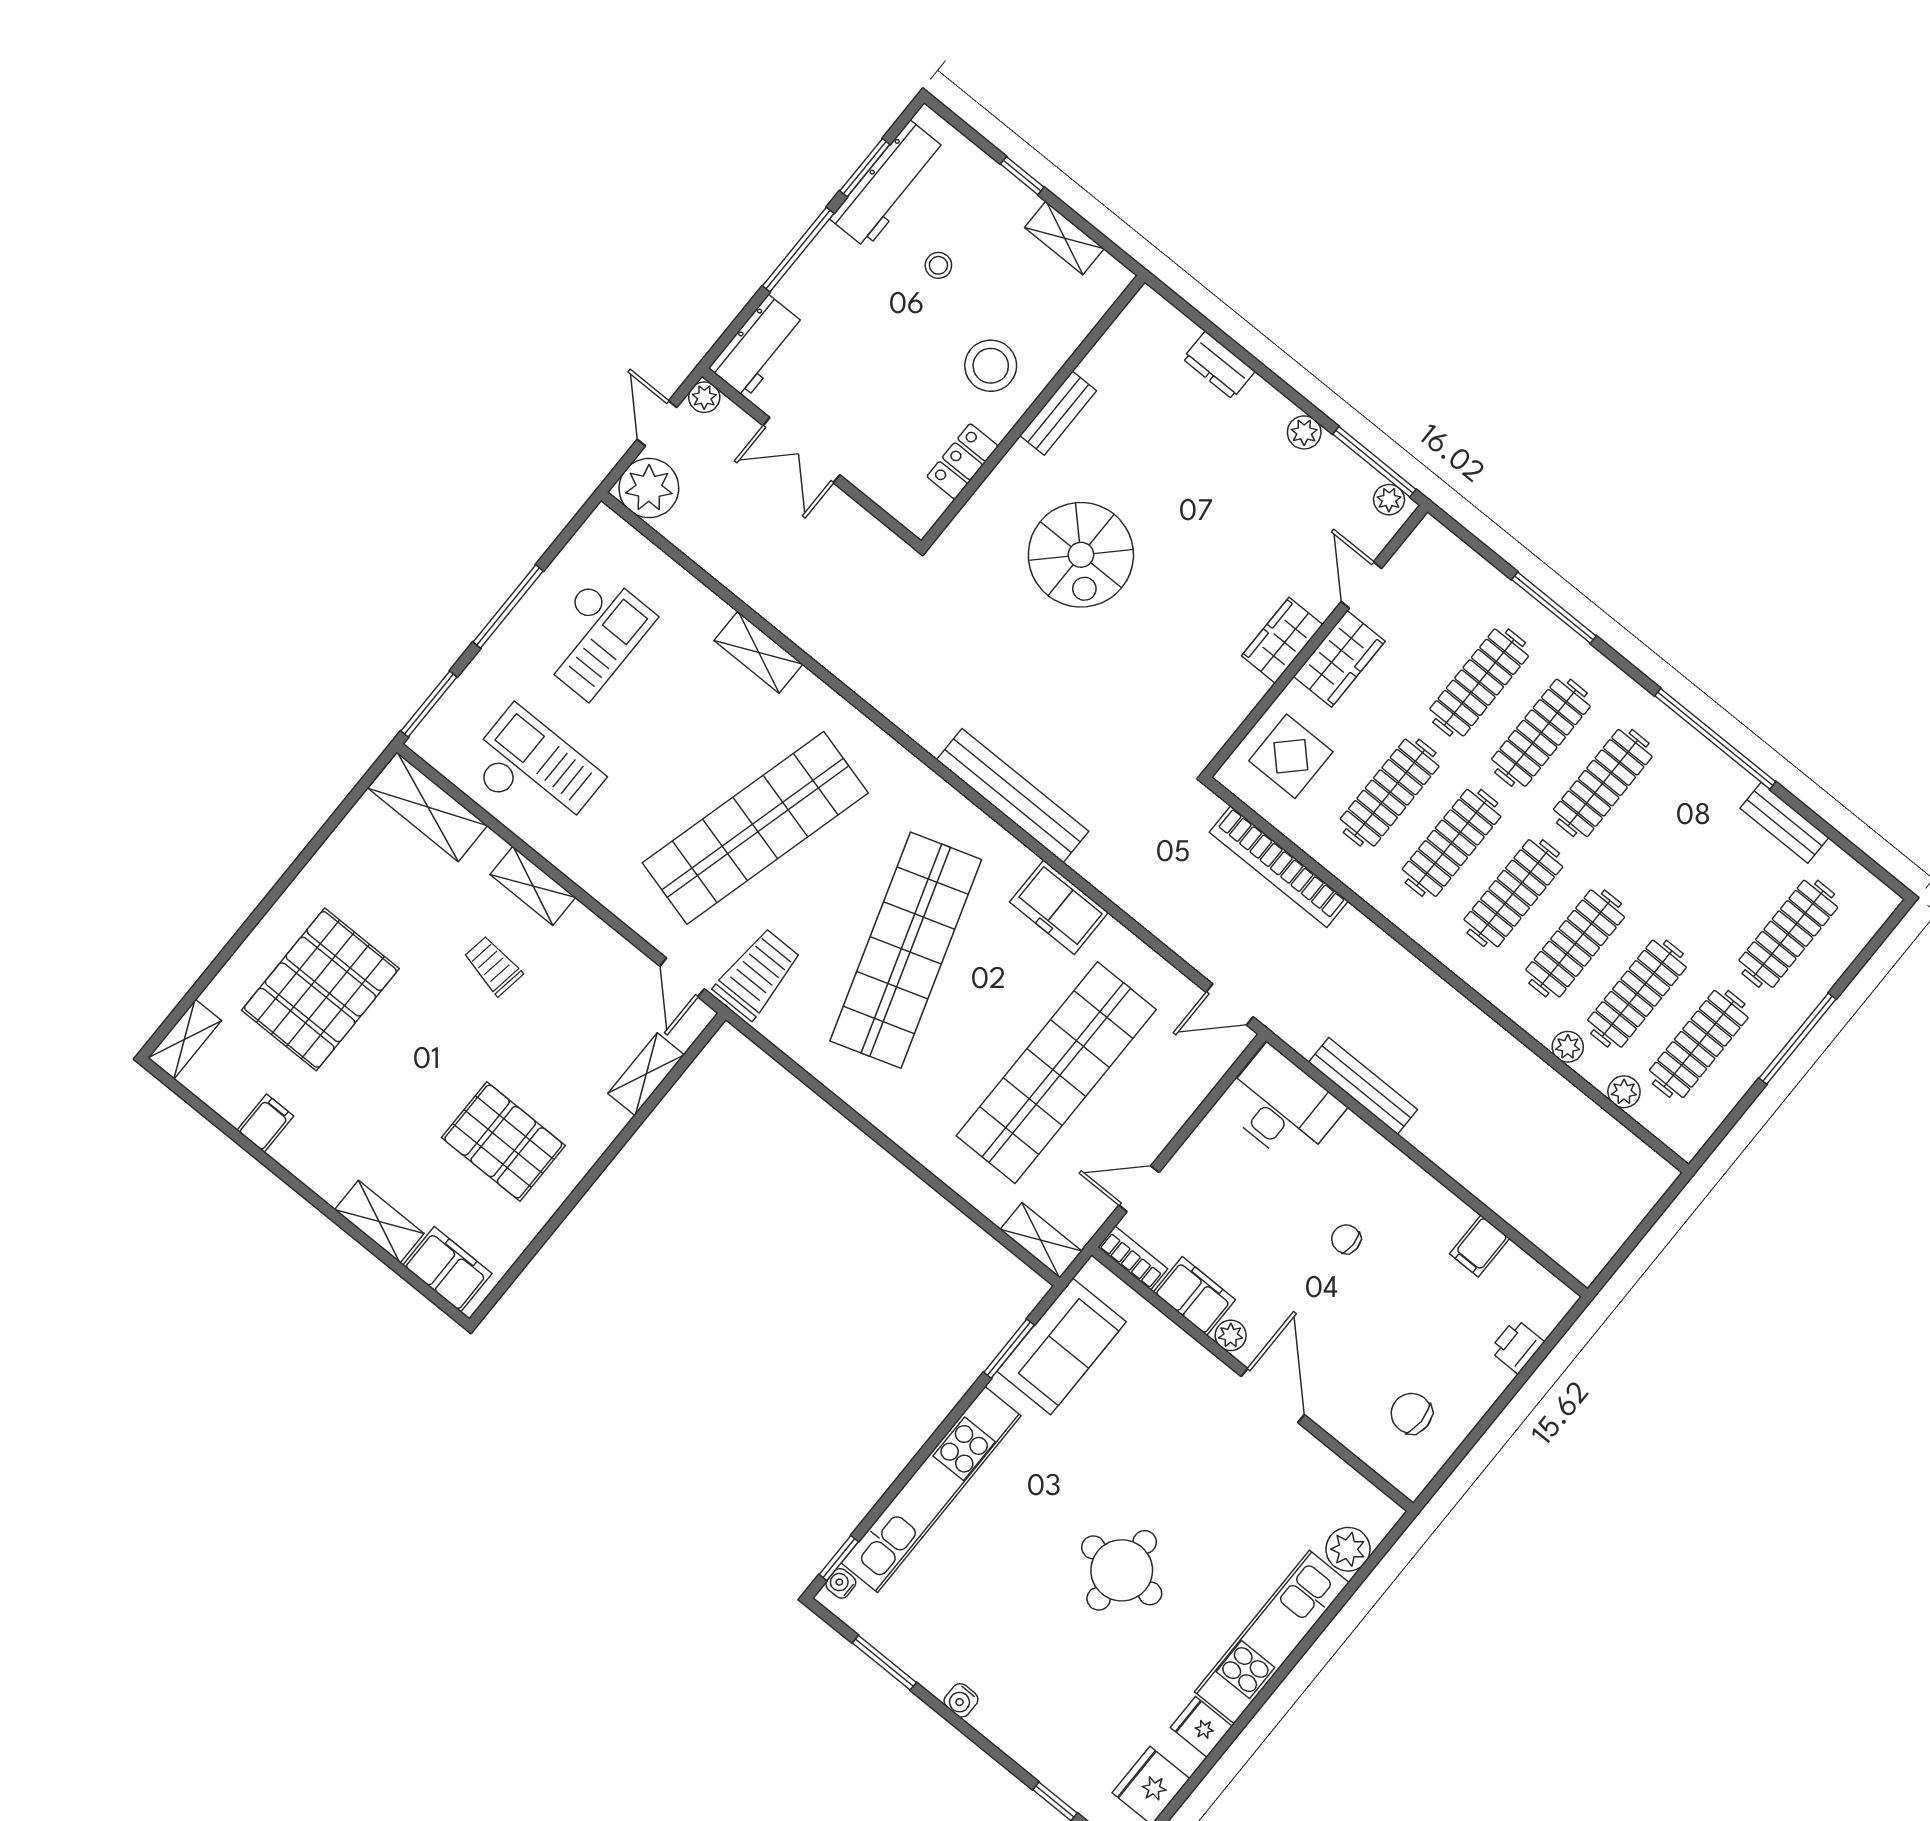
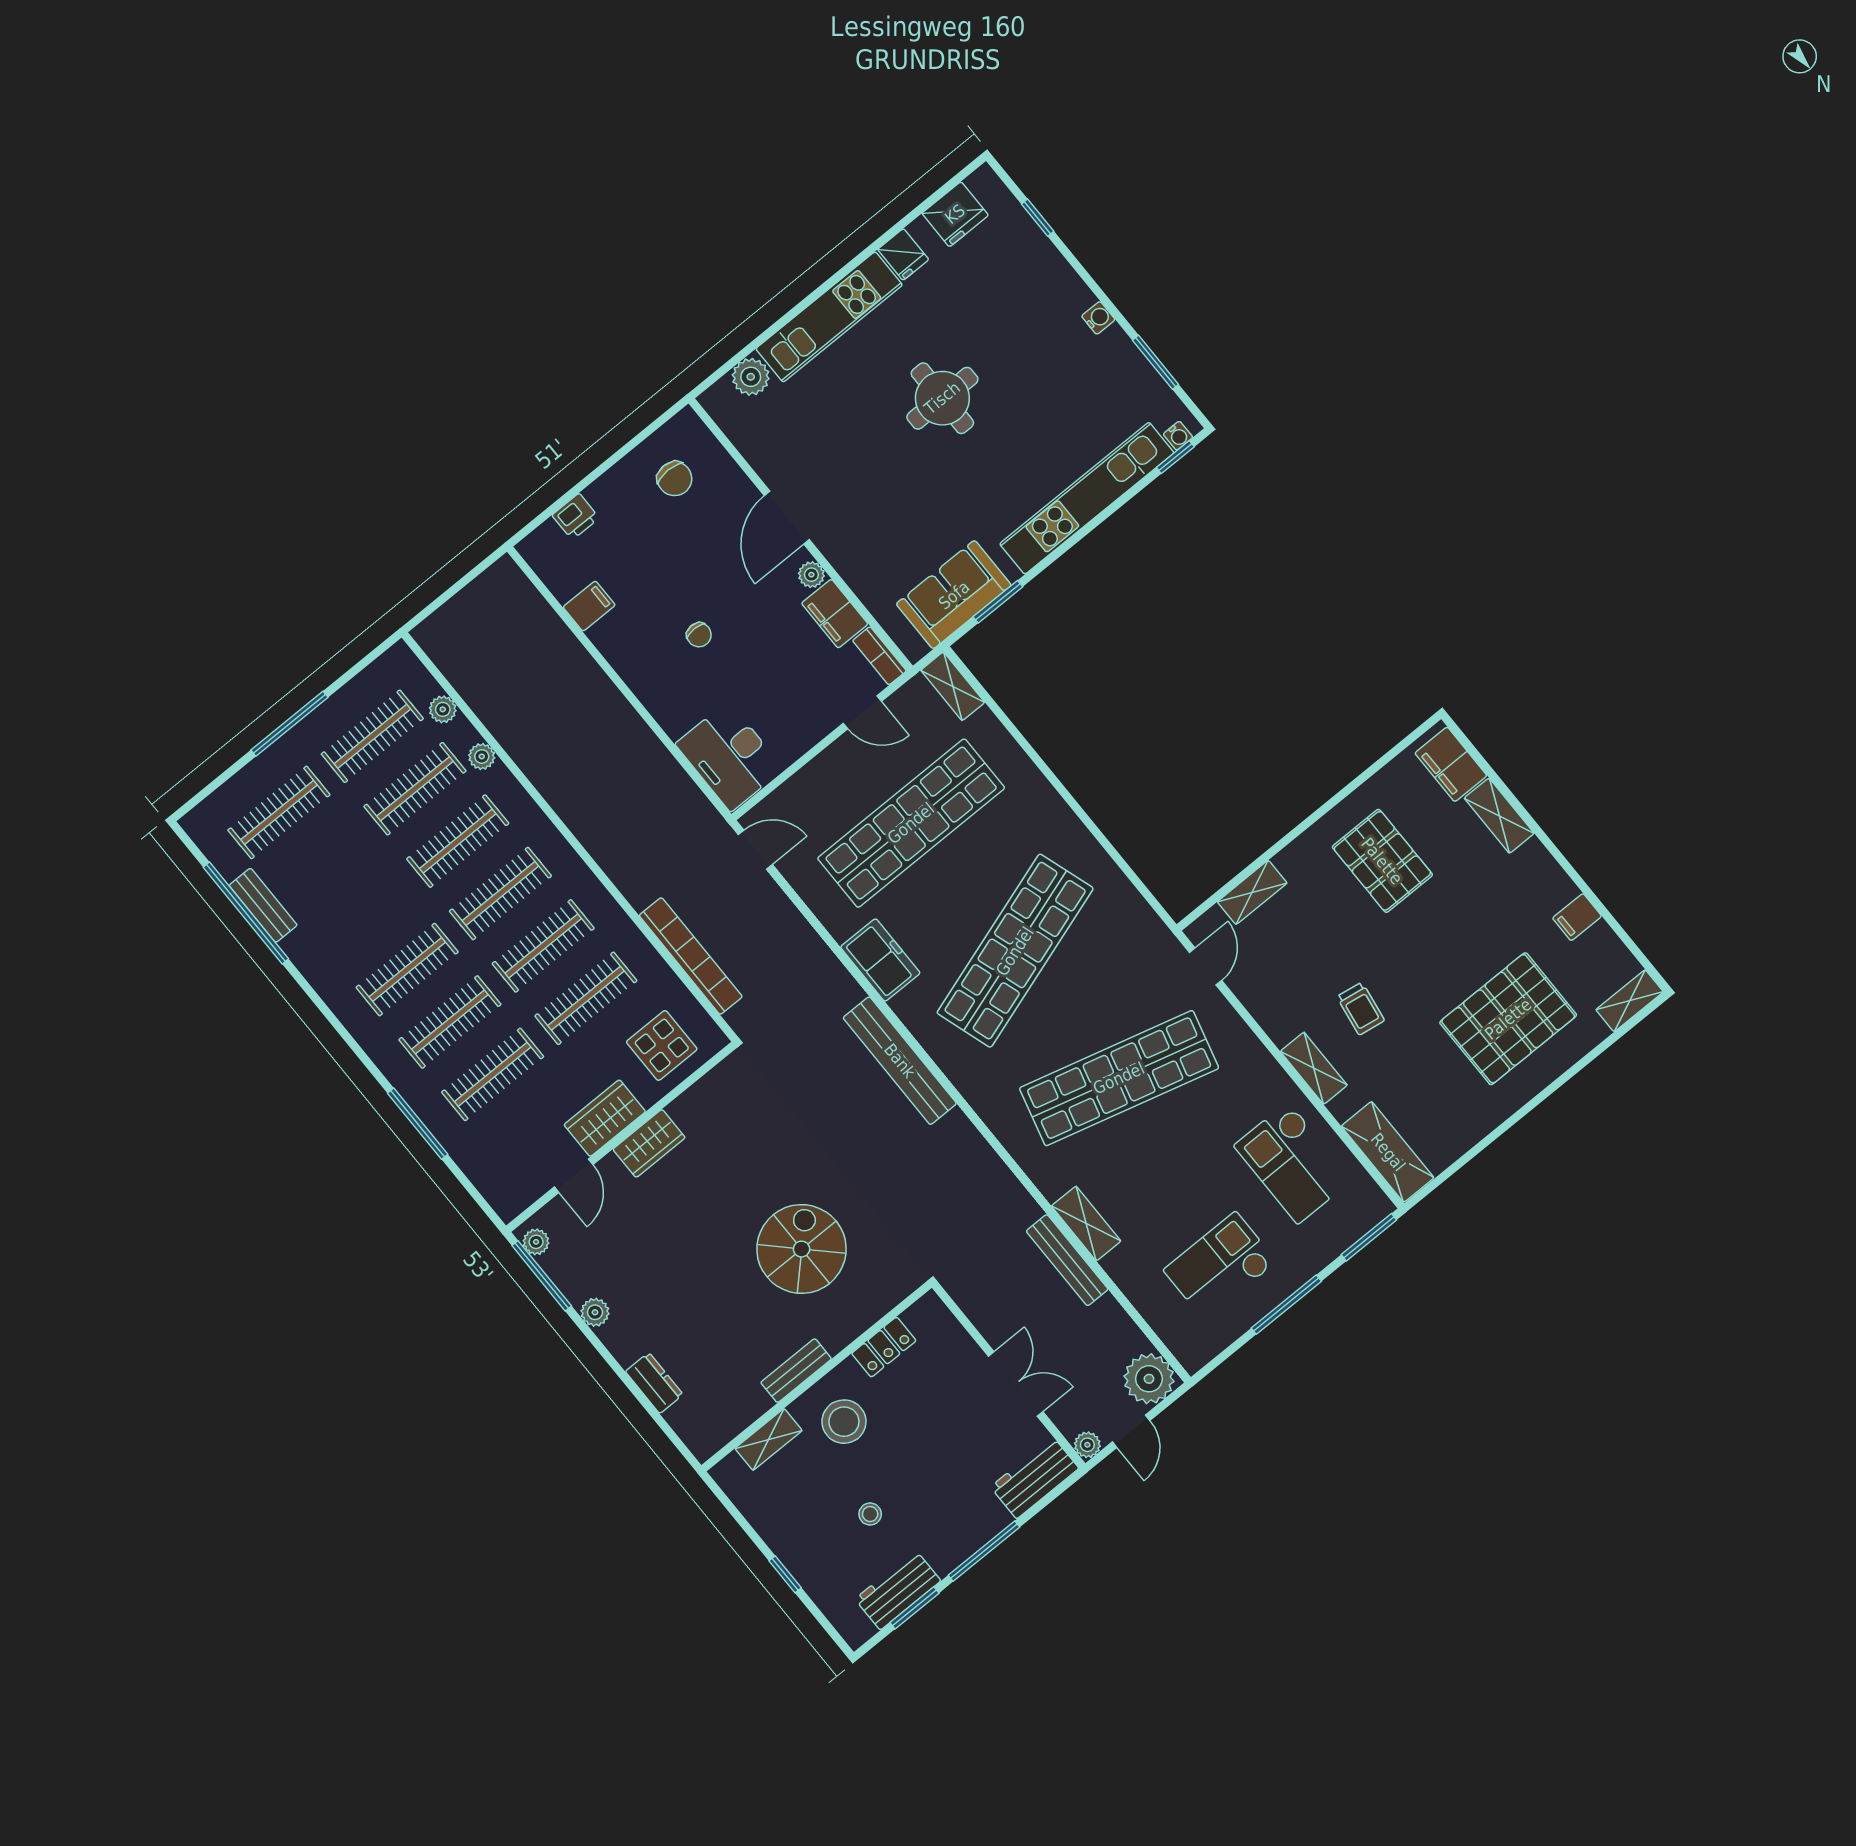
workbench: (888, 184) -> (898, 1590), width x0.73
shelving: (1064, 238) -> (769, 1439), moved, turned 90
window: (1715, 739) -> (246, 913), moved
trolley: (757, 974) -> (1142, 956), removed
bench: (1363, 1086) -> (1067, 1260), moved

